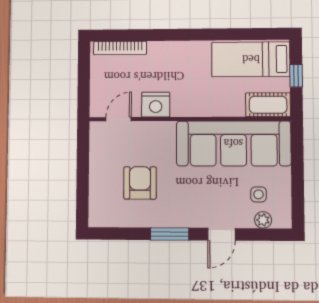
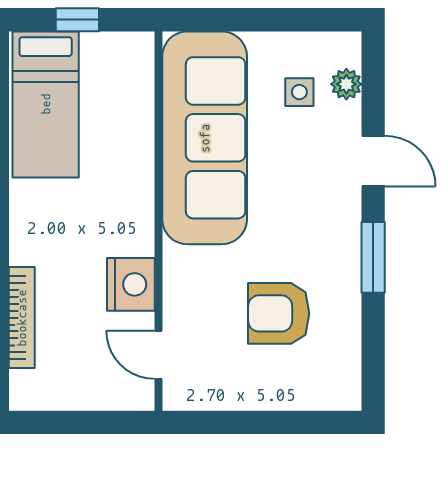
bookcase: (120, 48) -> (22, 318), moved
cot: (268, 105) -> (132, 73), removed

